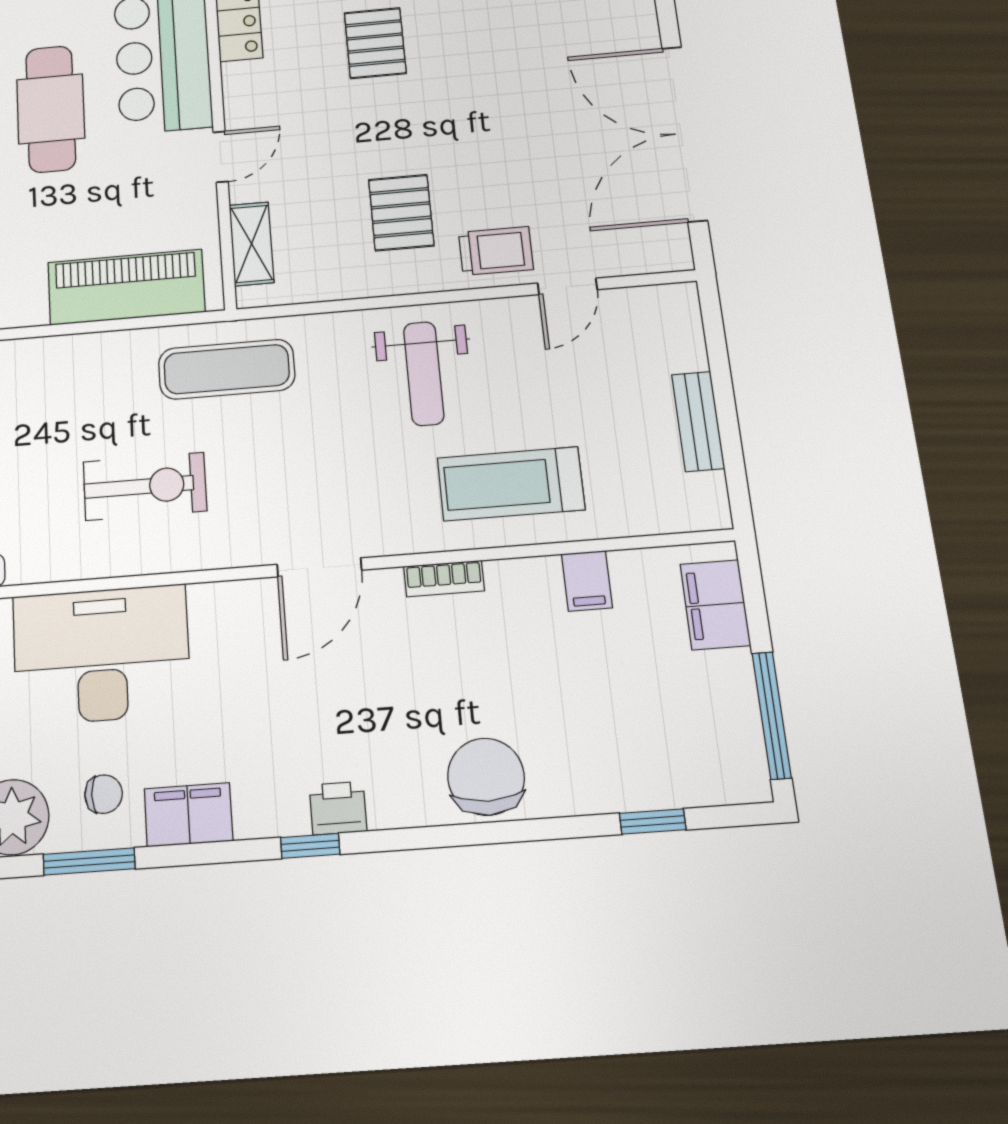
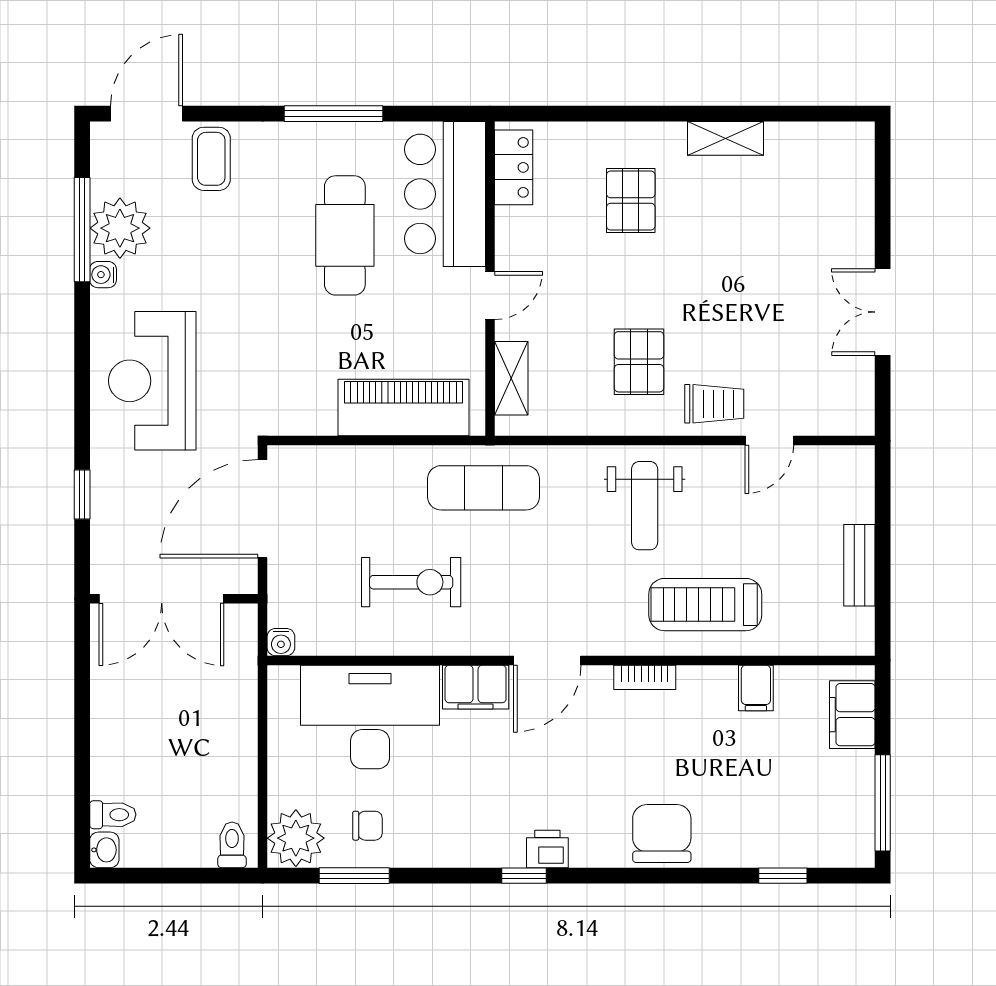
double door: (685, 133) -> (883, 312), width x0.54
filing cabinet: (188, 815) -> (476, 687), moved, turned 180

